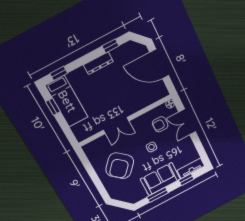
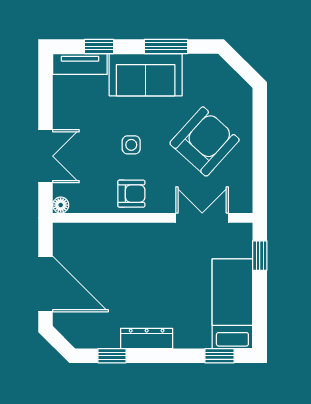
window: (53, 107) -> (260, 256), moved
armchair: (160, 124) -> (131, 194), moved
double door: (116, 126) -> (202, 218), moved

